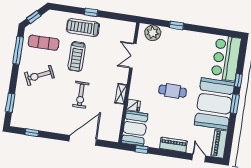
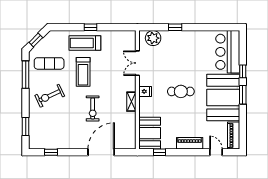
fridge: (133, 105) -> (145, 91), moved

